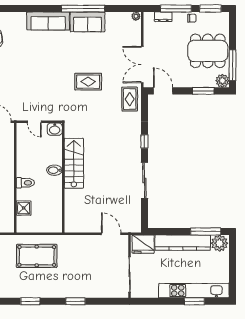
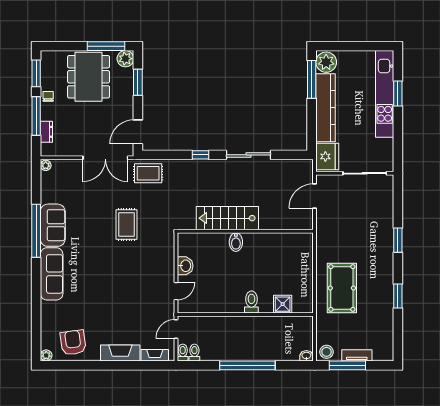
stairs: (74, 163) -> (227, 218), moved
bidet: (54, 170) -> (236, 242), moved
wall: (63, 178) -> (245, 231), moved

